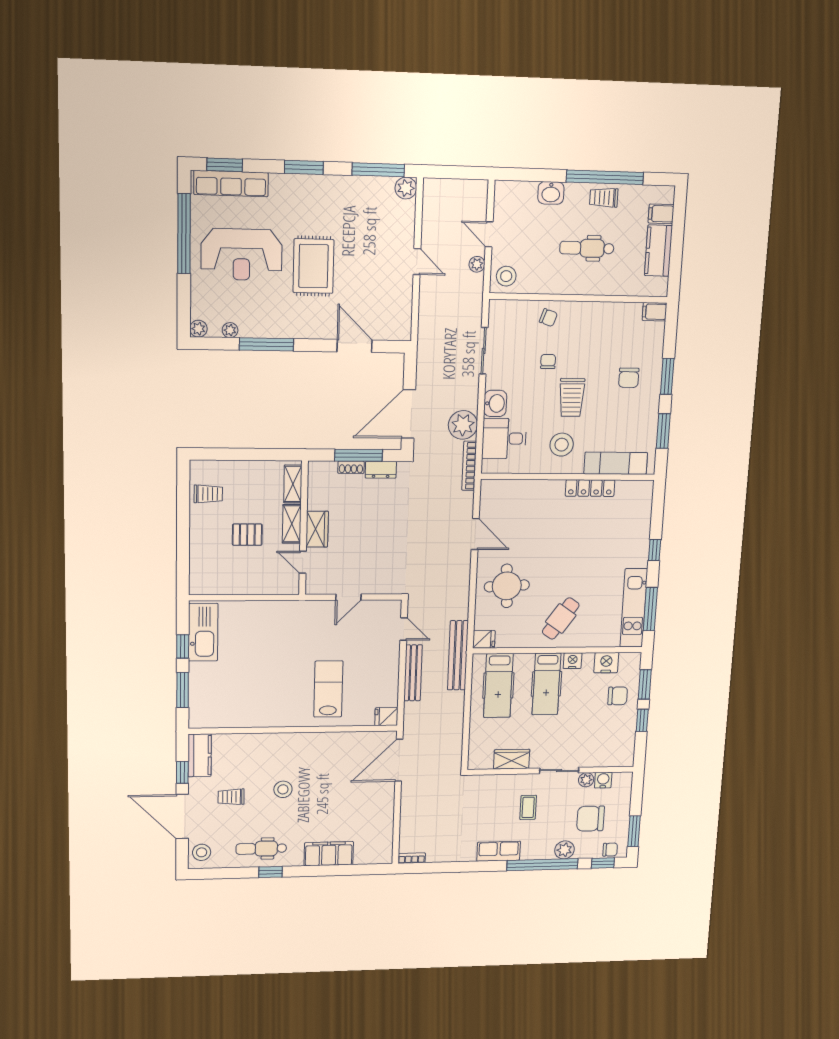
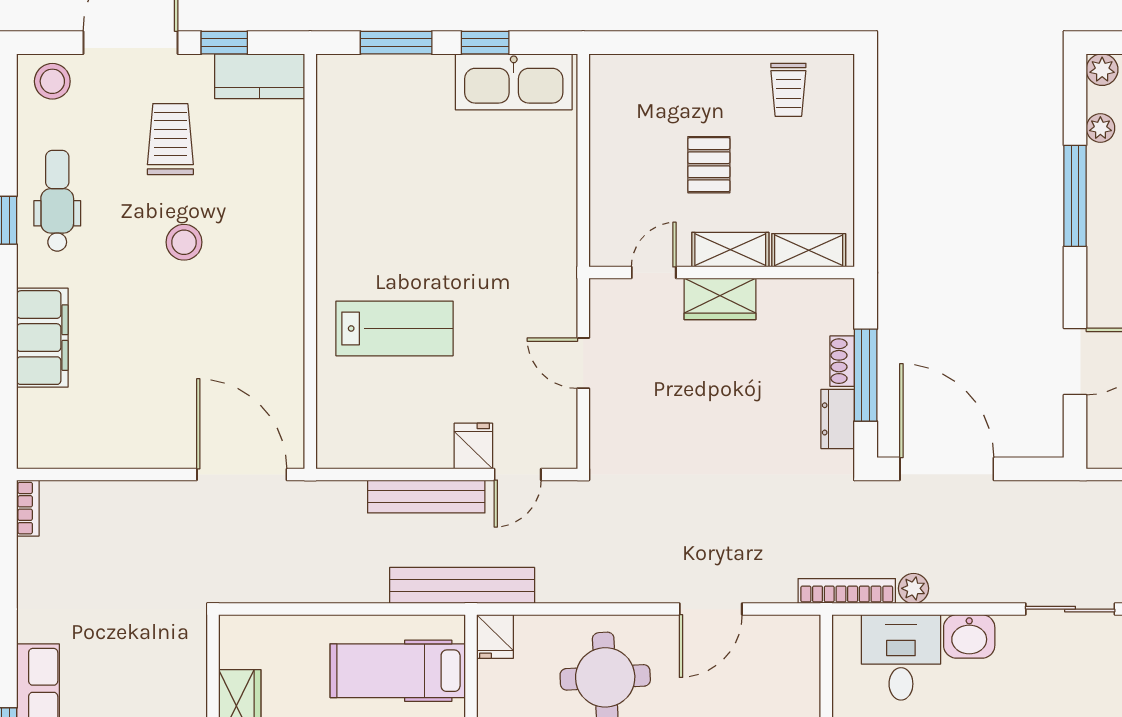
plant: (463, 425) -> (913, 588), width x0.53, depth x0.53
fridge: (386, 717) -> (473, 446), moved
trolley: (231, 797) -> (170, 139), width x1.36, depth x1.39

